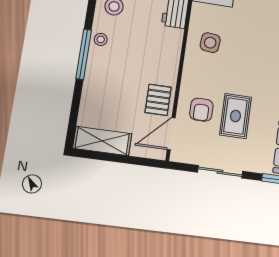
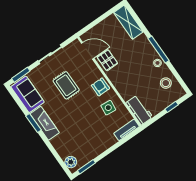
armchair: (201, 110) -> (100, 87), moved
door: (171, 134) -> (88, 51), hinge flipped
shelving: (102, 141) -> (128, 22), moved, turned 90

